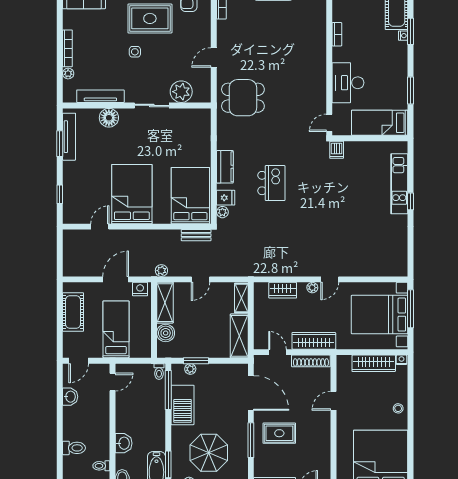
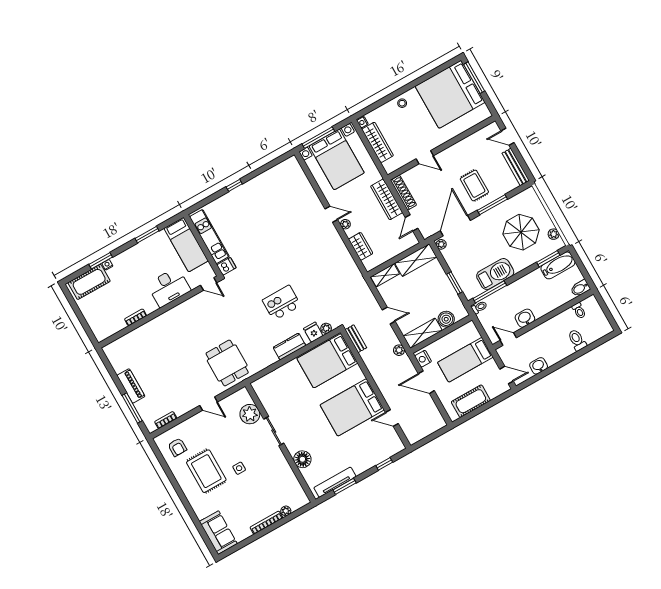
tv unit: (100, 96) -> (289, 476), removed
kitchen unit: (399, 184) -> (209, 237), moved, turned -90
plant: (190, 369) -> (441, 244), moved
washbasin: (124, 443) -> (525, 318), moved

